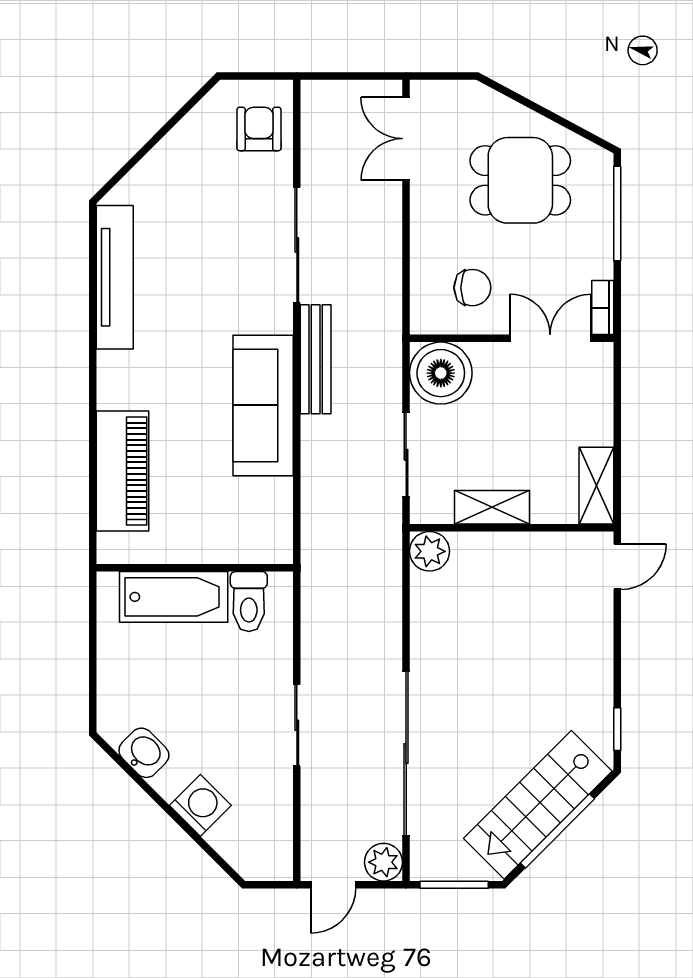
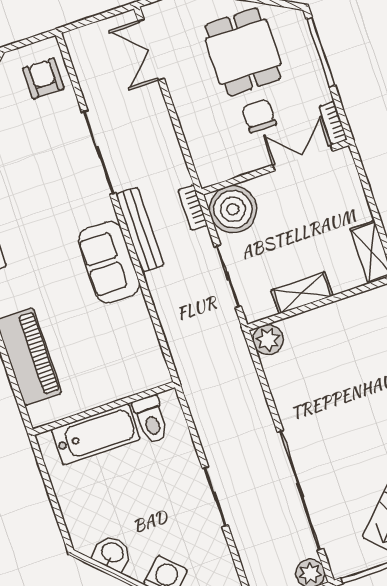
dining table: (520, 180) -> (243, 52), turned 90
chair: (472, 288) -> (259, 116), moved, turned -90
bookcase: (391, 354) -> (193, 208), added
sofa: (263, 405) -> (109, 262), width x0.73

